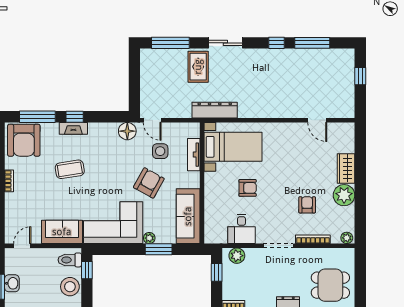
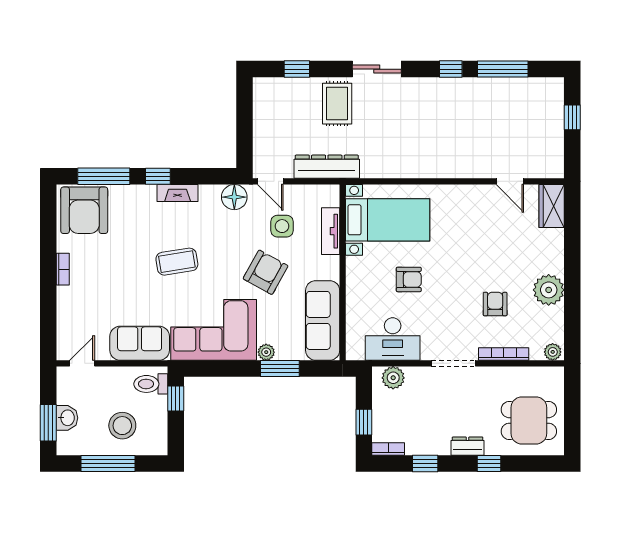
window: (170, 43) -> (297, 69), width x0.46
dresser: (215, 110) -> (327, 167), moved
fireplace: (73, 128) -> (178, 193), moved
wardrobe: (346, 168) -> (552, 206), moved
coffee table: (70, 169) -> (177, 262), moved
desk: (242, 229) -> (393, 339), width x1.37
window: (217, 272) -> (364, 422), moved
stool: (70, 287) -> (122, 426), moved

